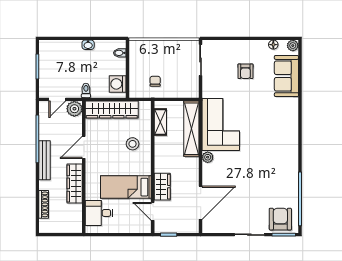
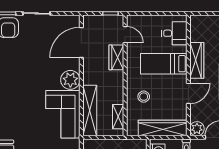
plant: (208, 157) -> (70, 80), width x1.87, depth x1.87
bed: (126, 187) -> (164, 64), moved, turned 180

